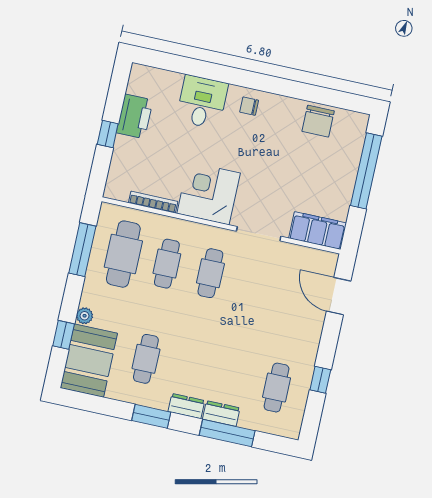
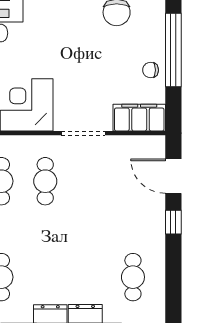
chair: (249, 106) -> (151, 70), moved
window: (320, 380) -> (173, 222), moved

